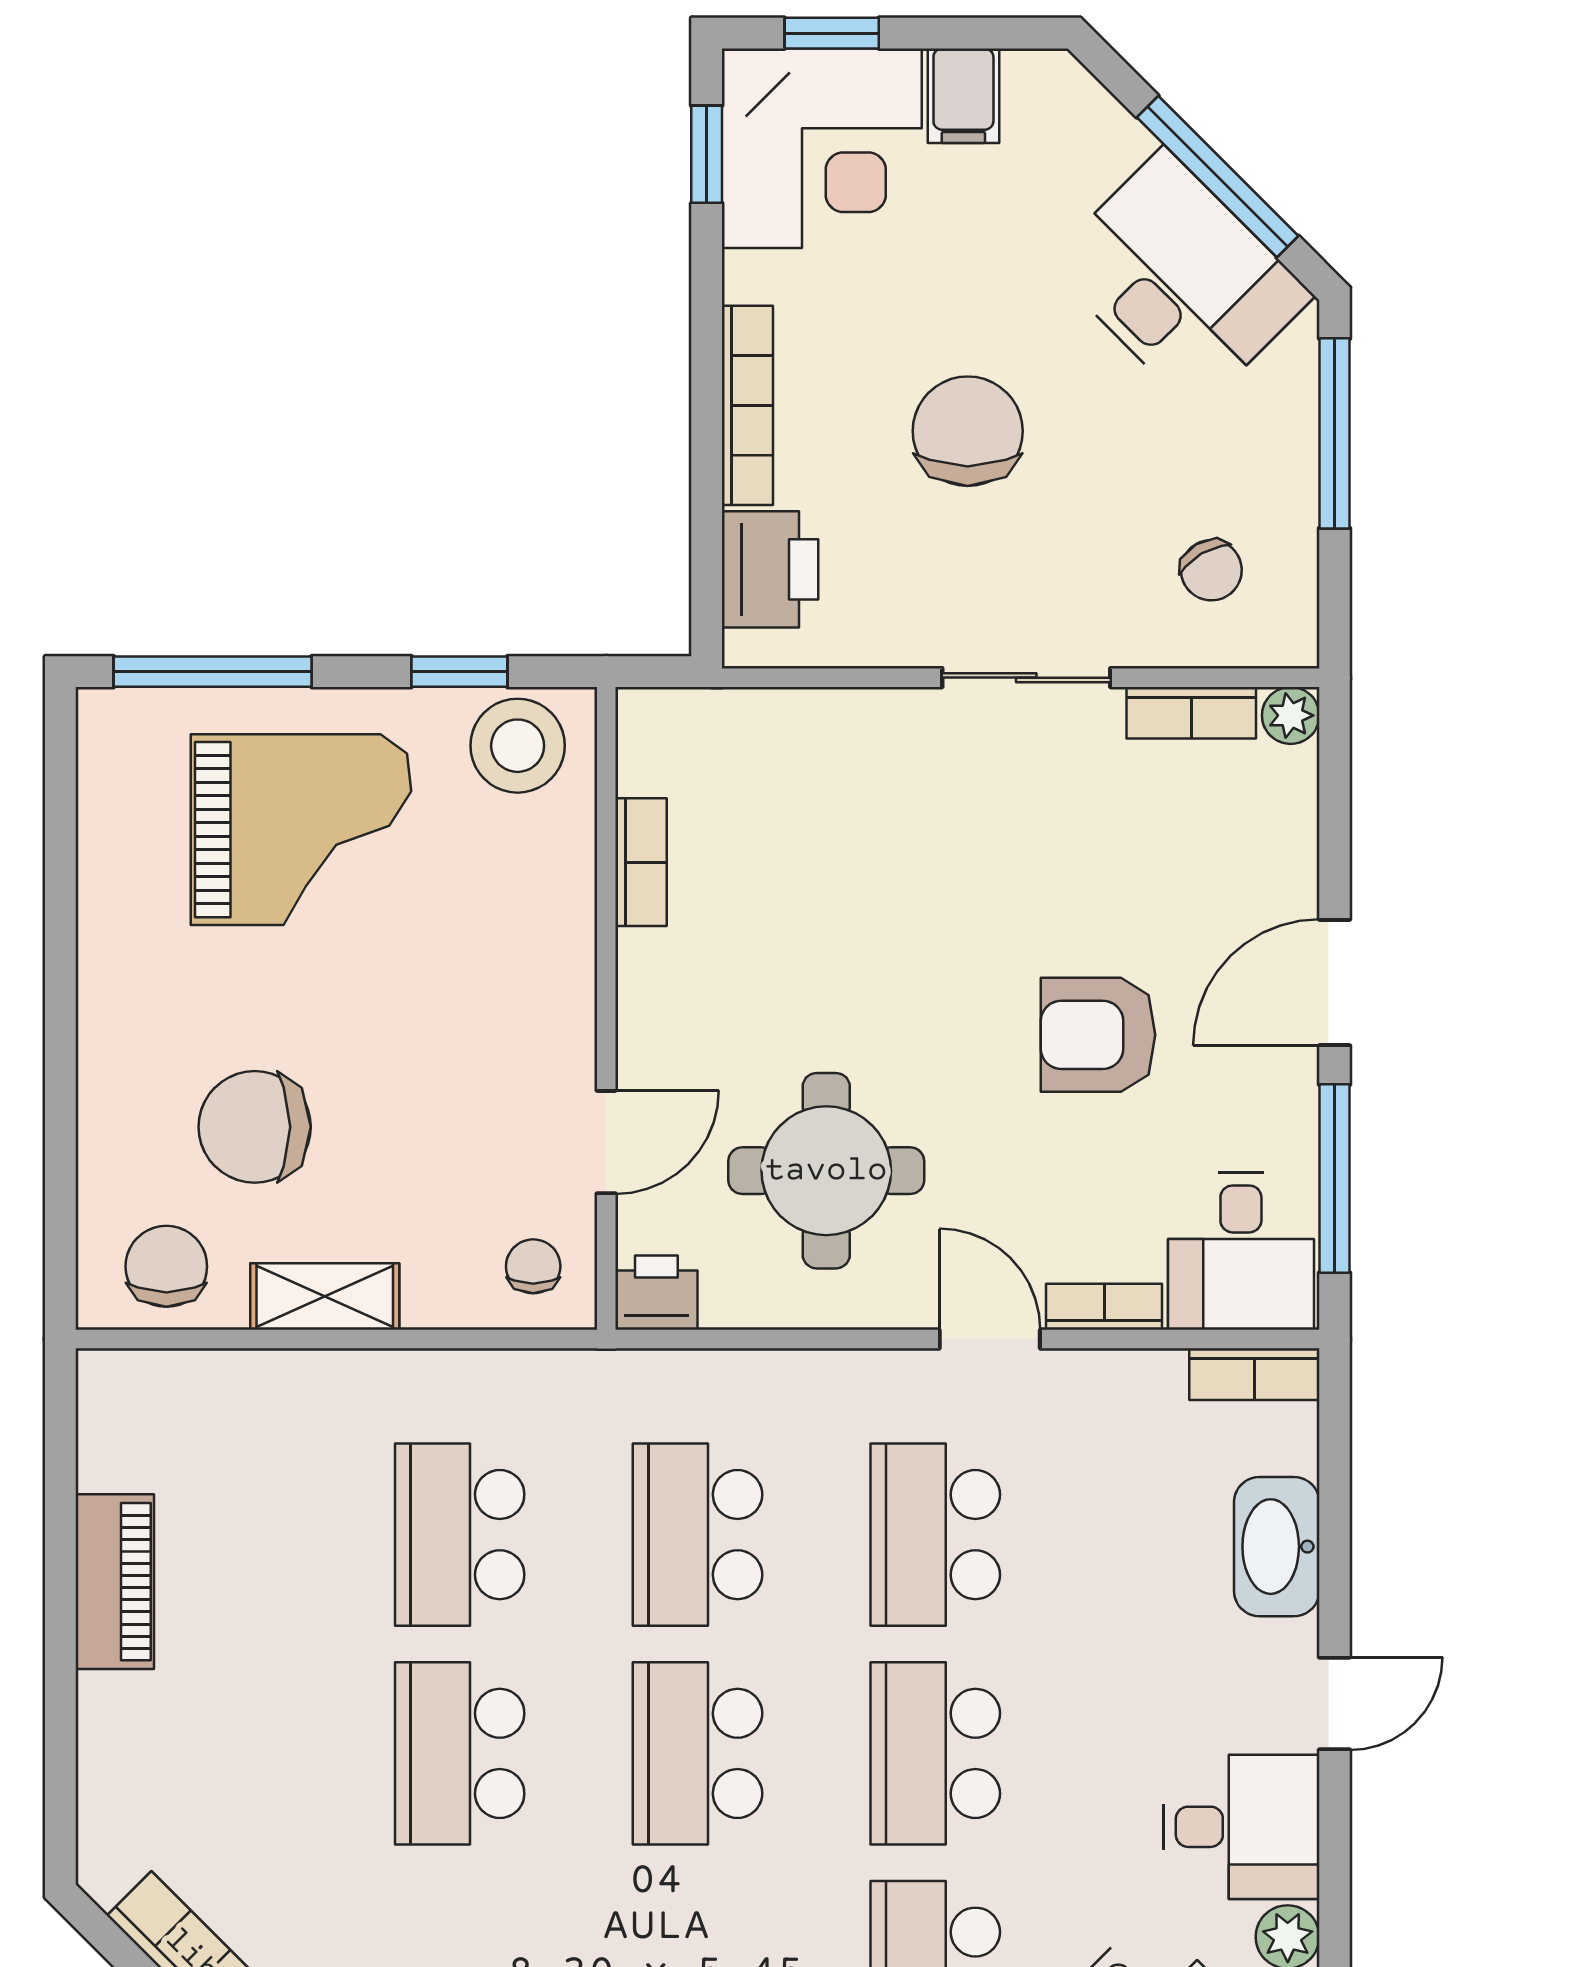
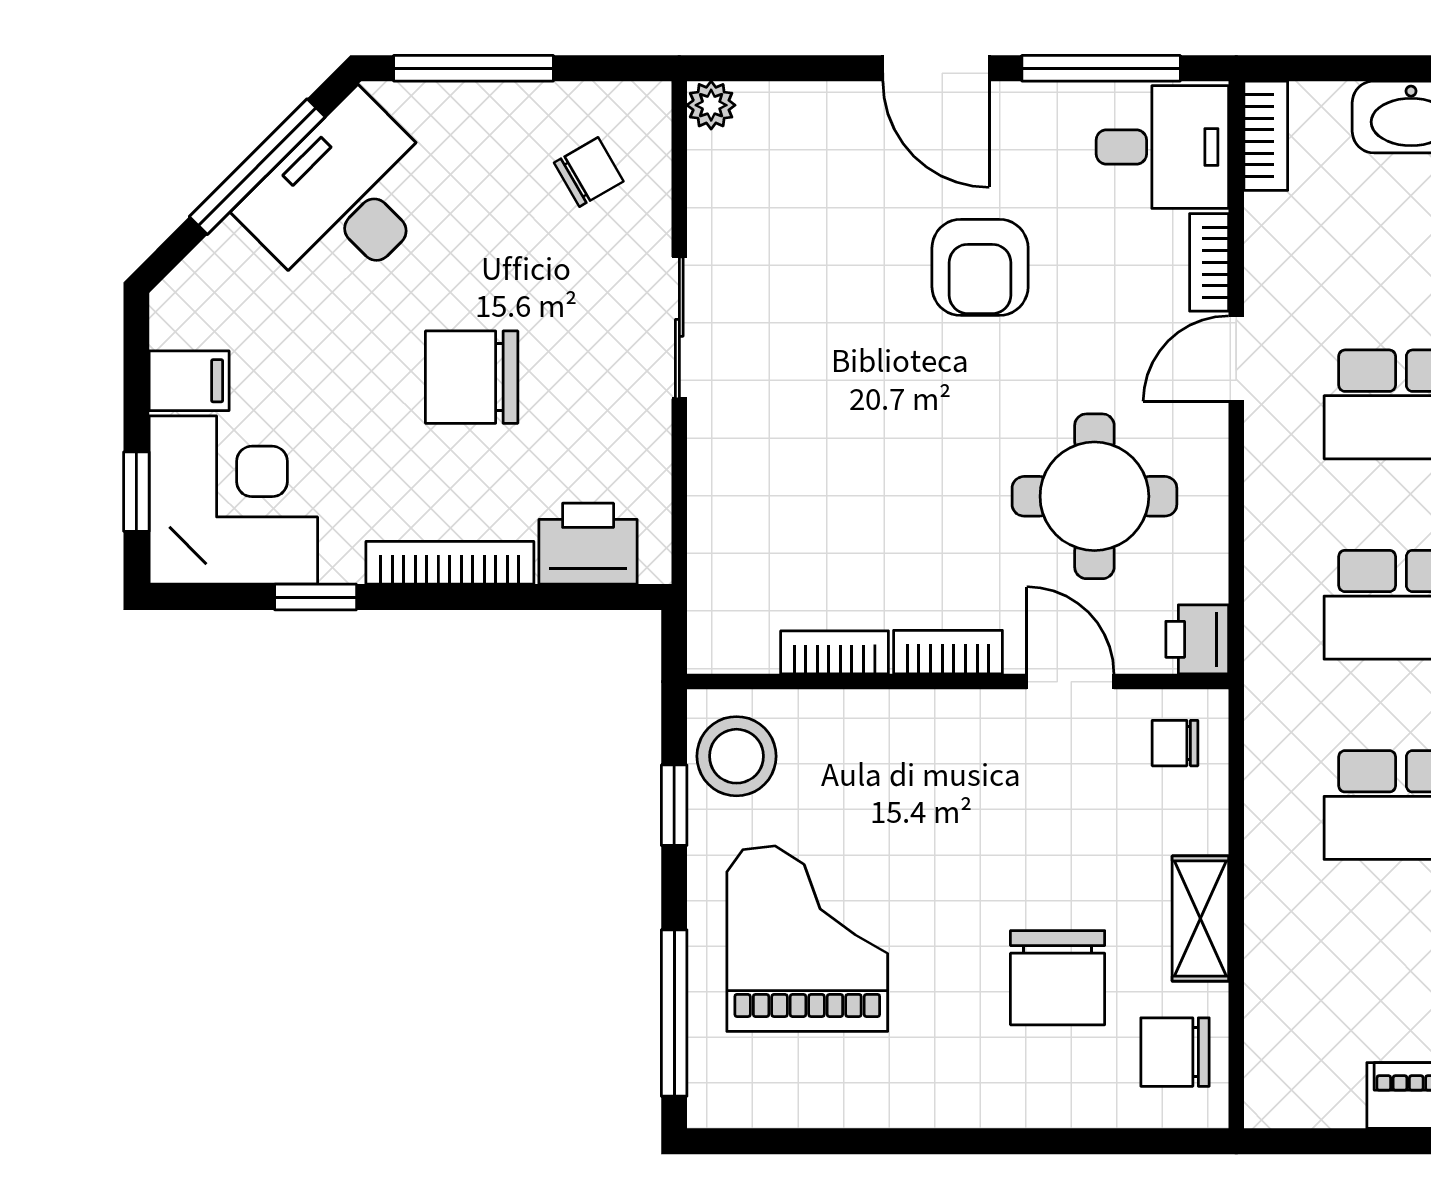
window: (707, 154) -> (316, 597), moved
bookcase: (1191, 713) -> (948, 652), moved, turned -90

